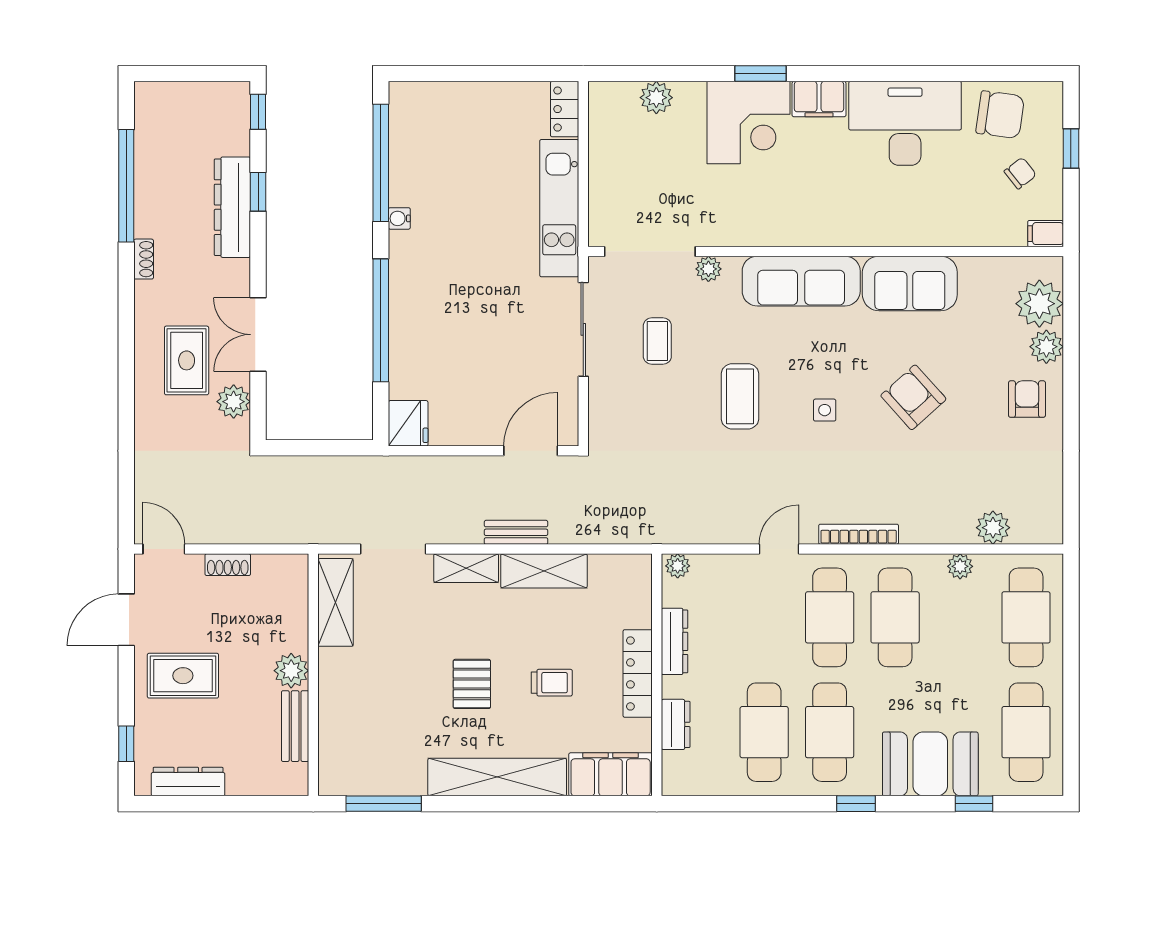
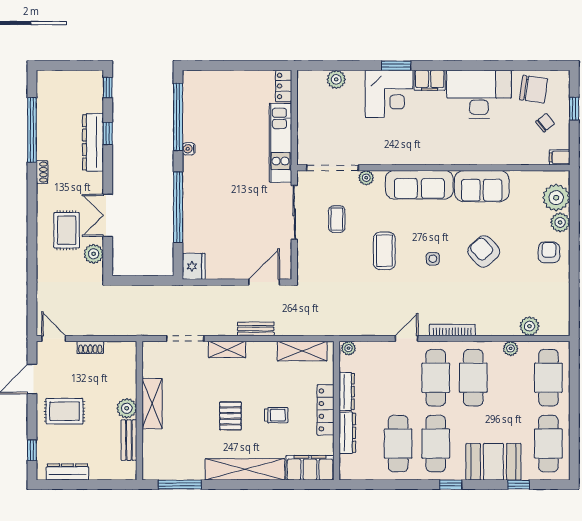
shelving: (544, 571) -> (302, 351), moved
shelving: (335, 602) -> (152, 404), moved
dresser: (676, 724) -> (347, 433), width x1.44

